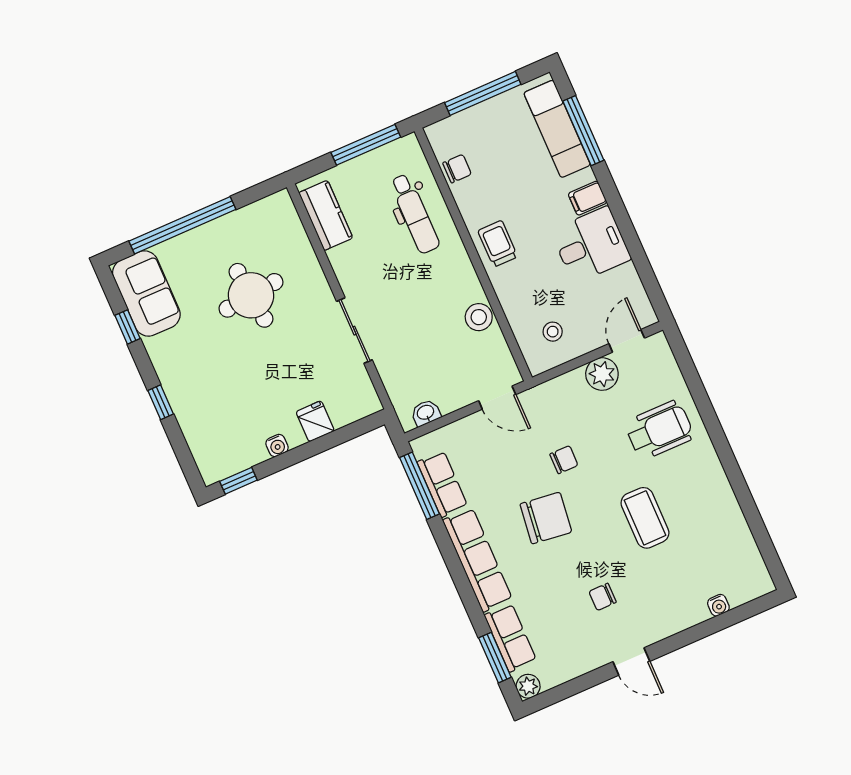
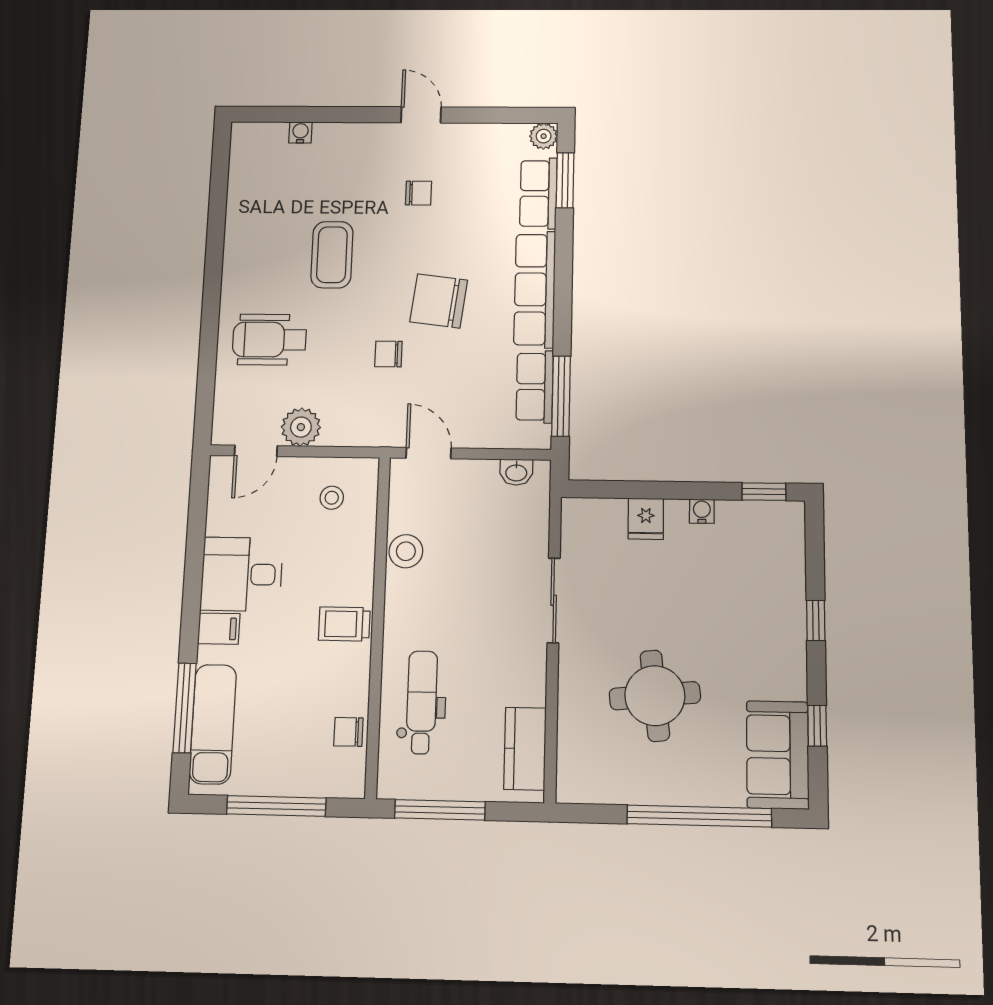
trolley: (498, 244) -> (344, 624), turned 90

